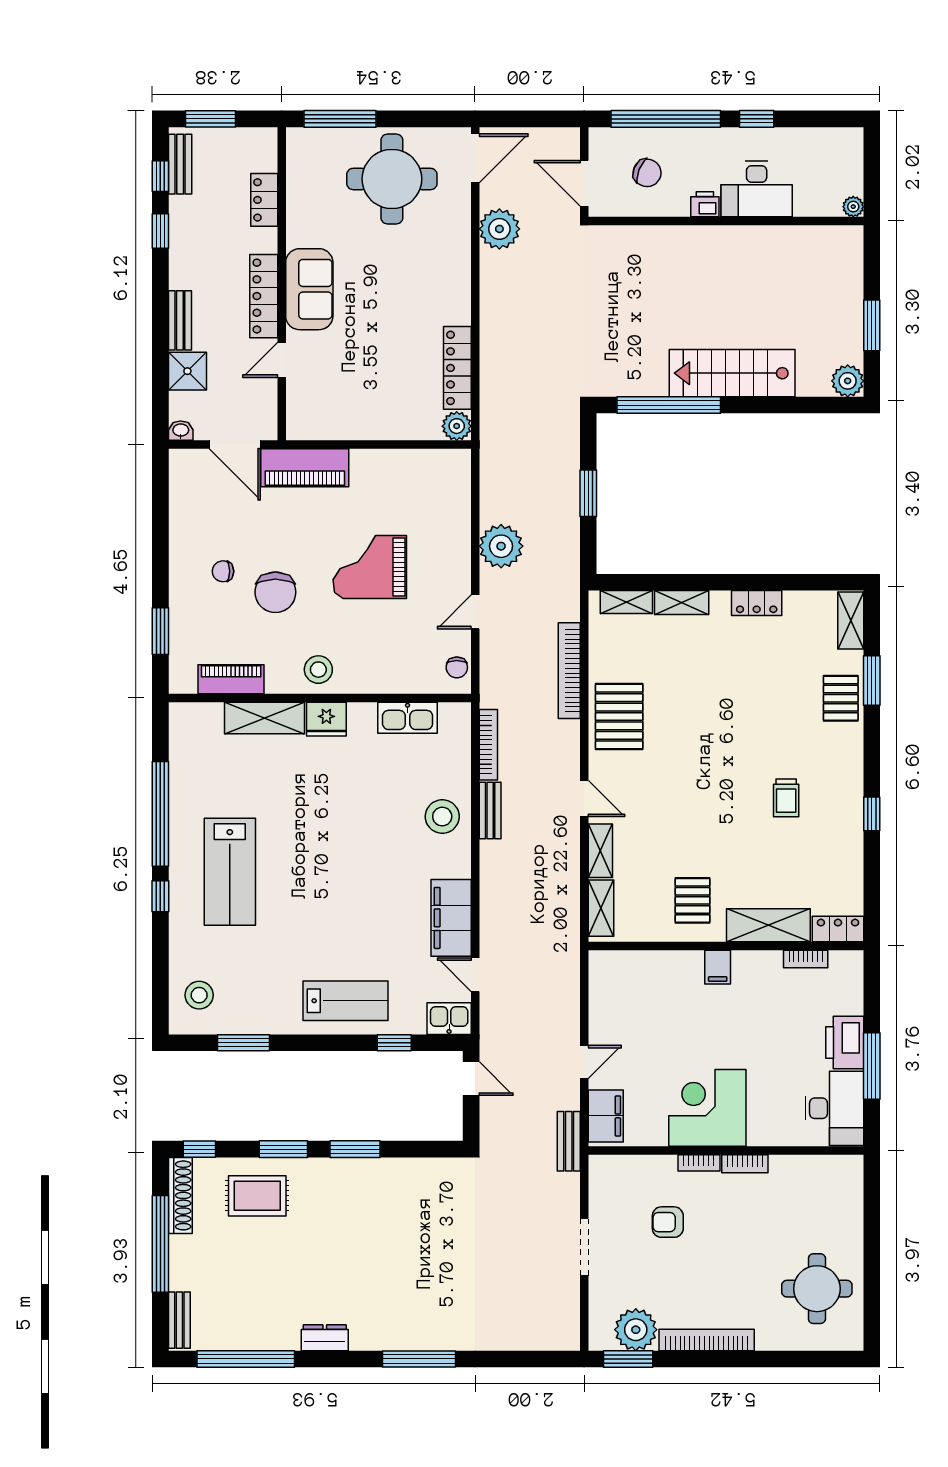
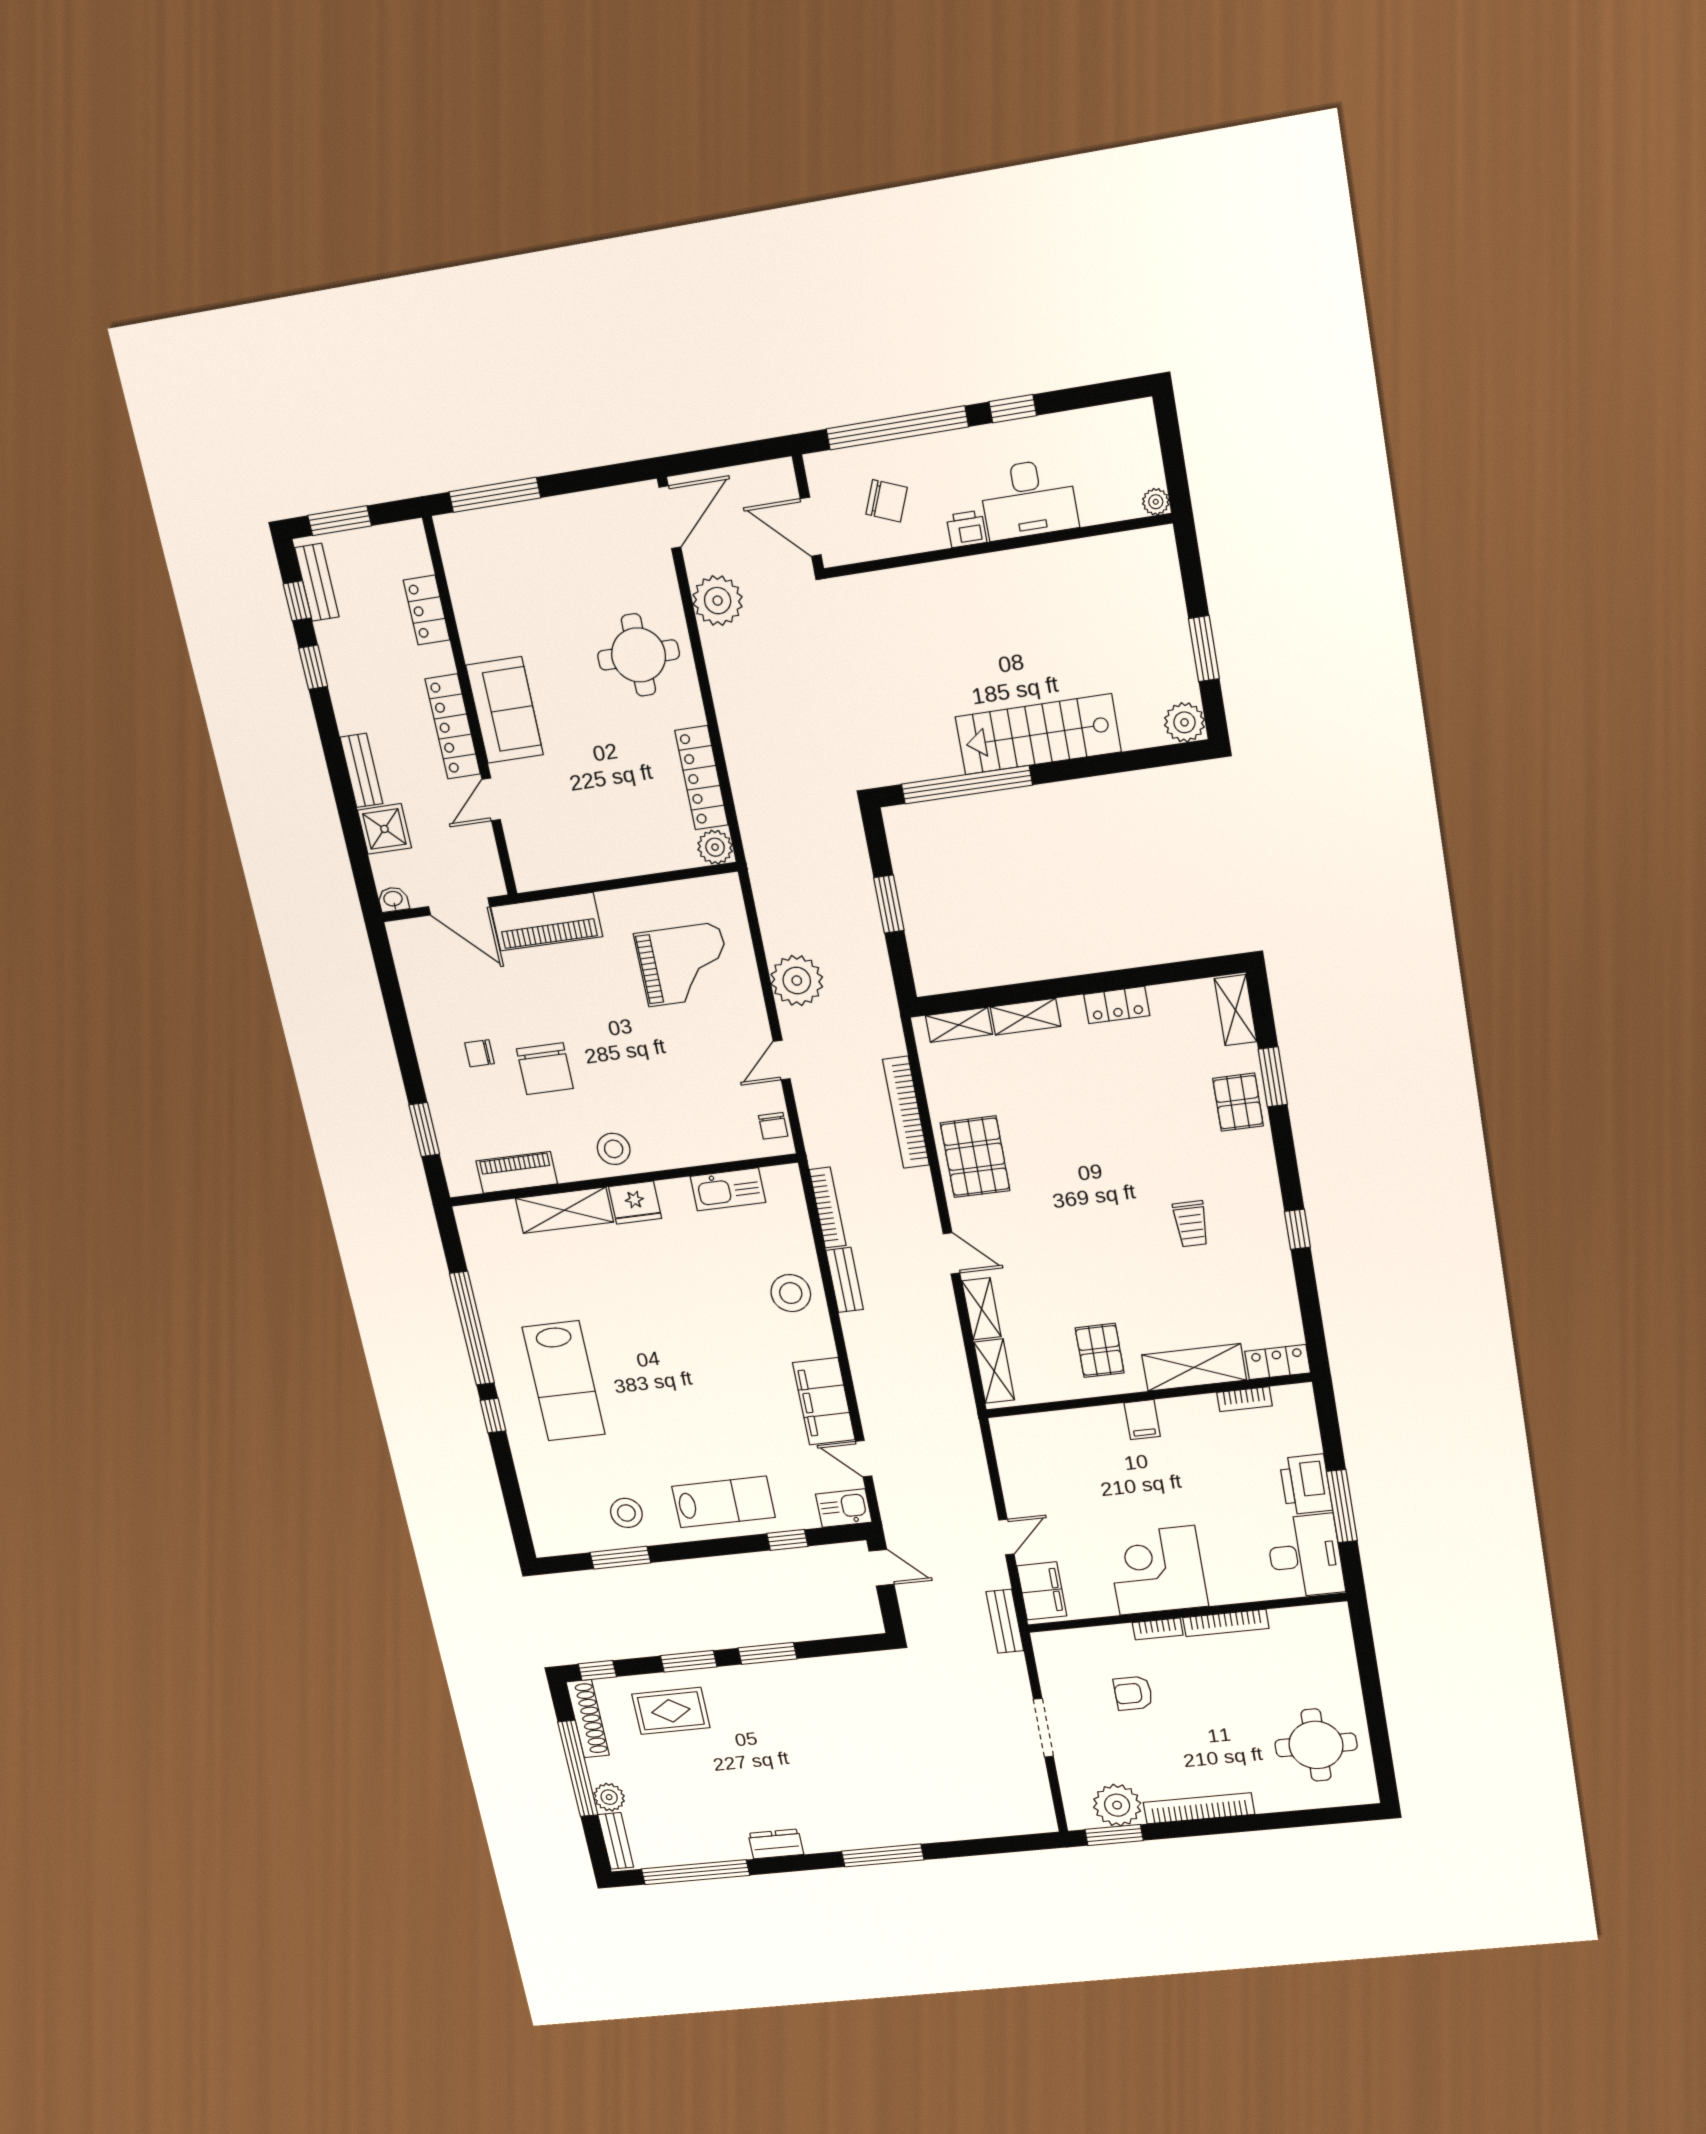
round table: (392, 179) -> (638, 655), moved, width x0.73, depth x0.73
grand piano: (370, 567) -> (684, 964), moved, turned 180
stool: (199, 995) -> (626, 1513), moved
bookcase: (745, 1164) -> (1226, 1623), width x1.56
plant: (183, 1275) -> (609, 1797), added

